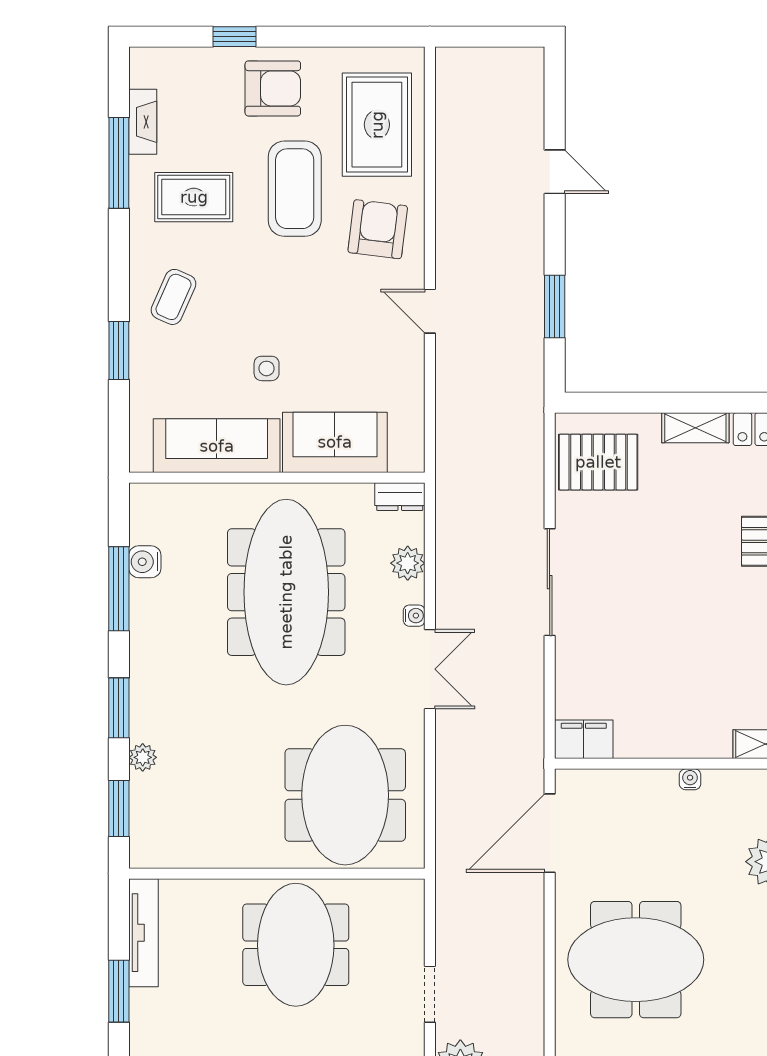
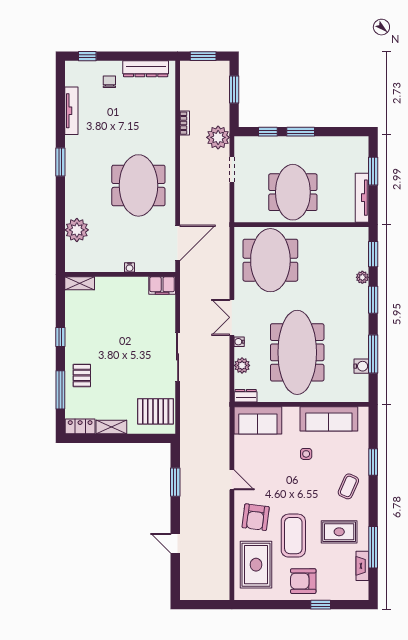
sofa: (335, 442) -> (258, 420), moved
water cooler: (690, 779) -> (130, 267), moved
meeting table: (636, 960) -> (138, 185), turned 90

